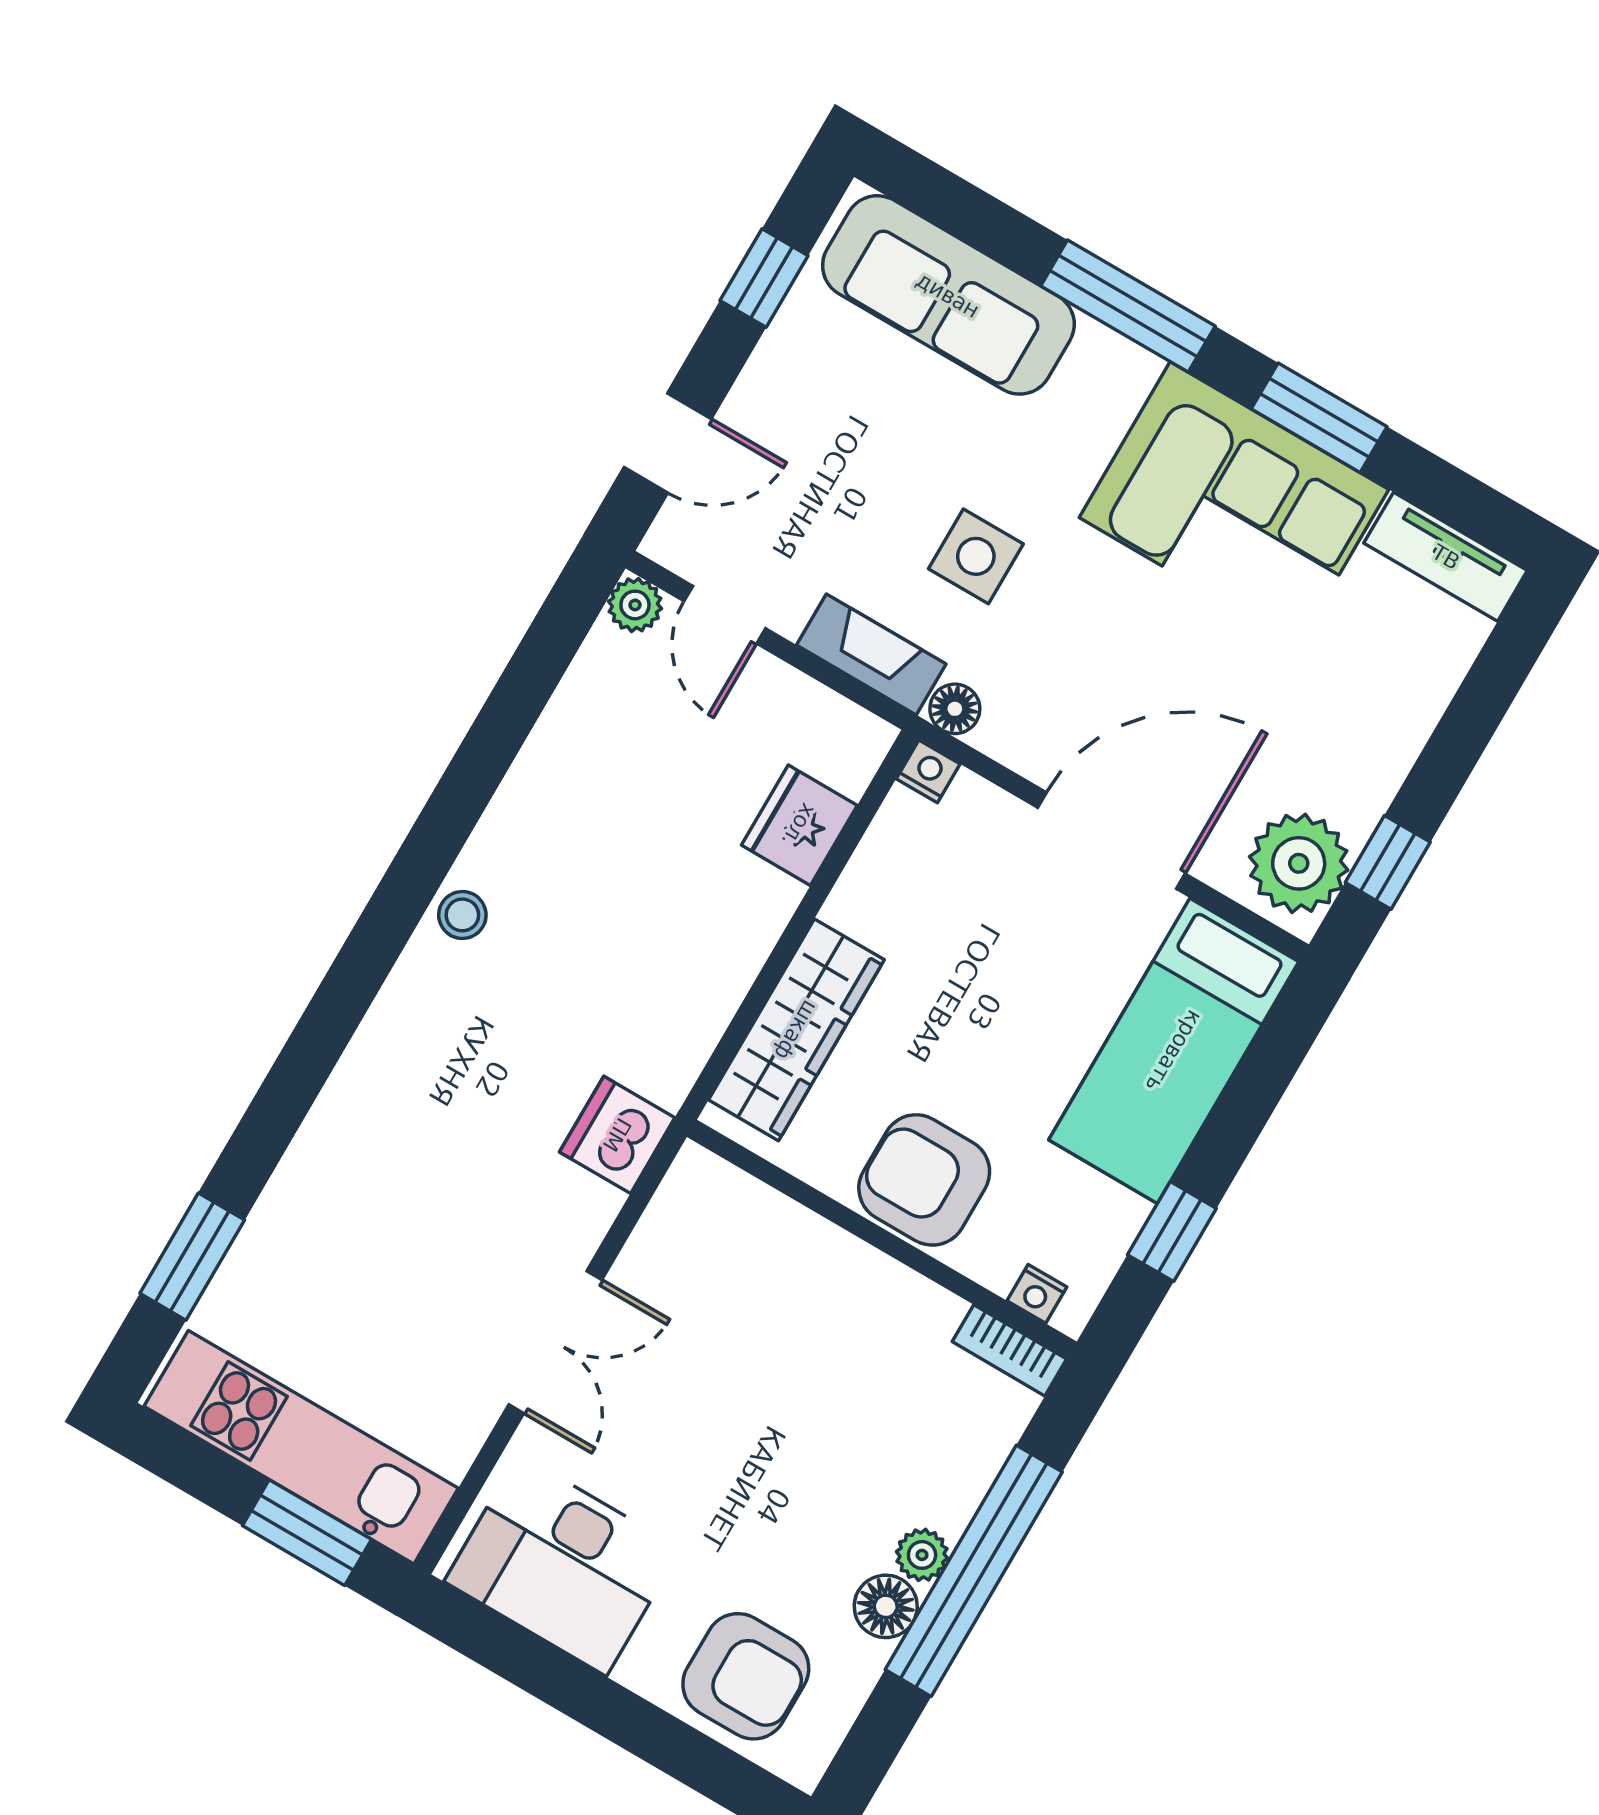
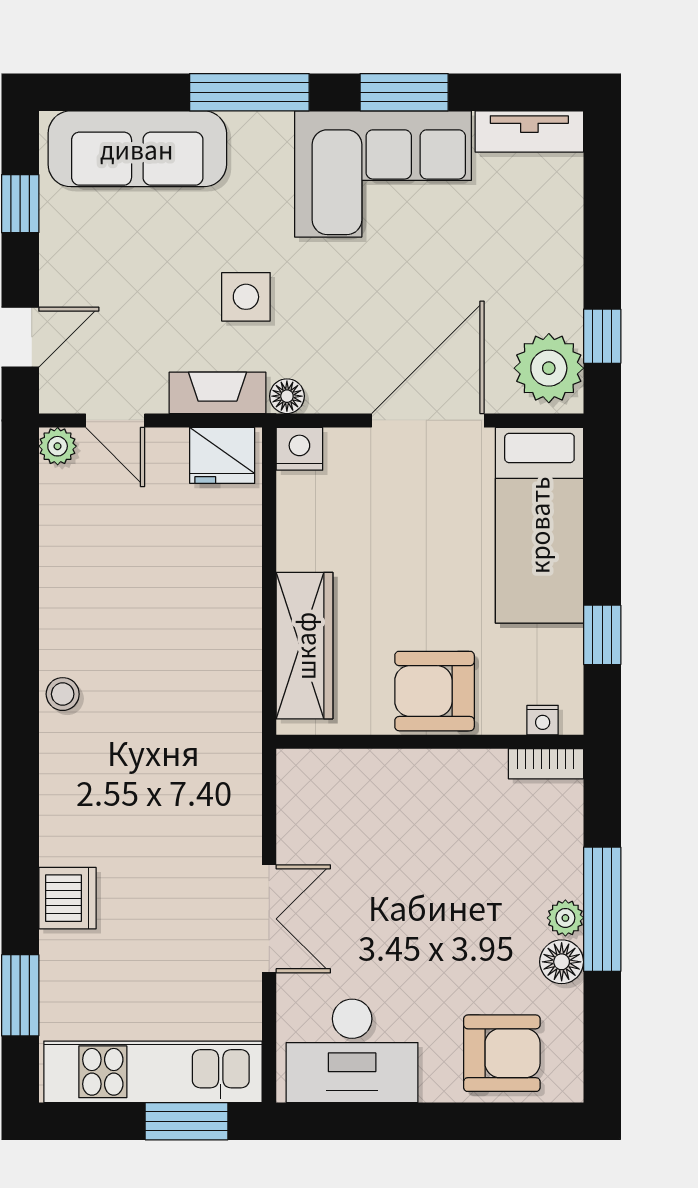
nightstand: (928, 771) -> (299, 449), width x1.39, depth x1.35
fridge: (799, 825) -> (222, 455), moved, turned -90
dishwasher: (617, 1135) -> (67, 898), moved, turned 180
window: (974, 1571) -> (602, 909), width x0.68

